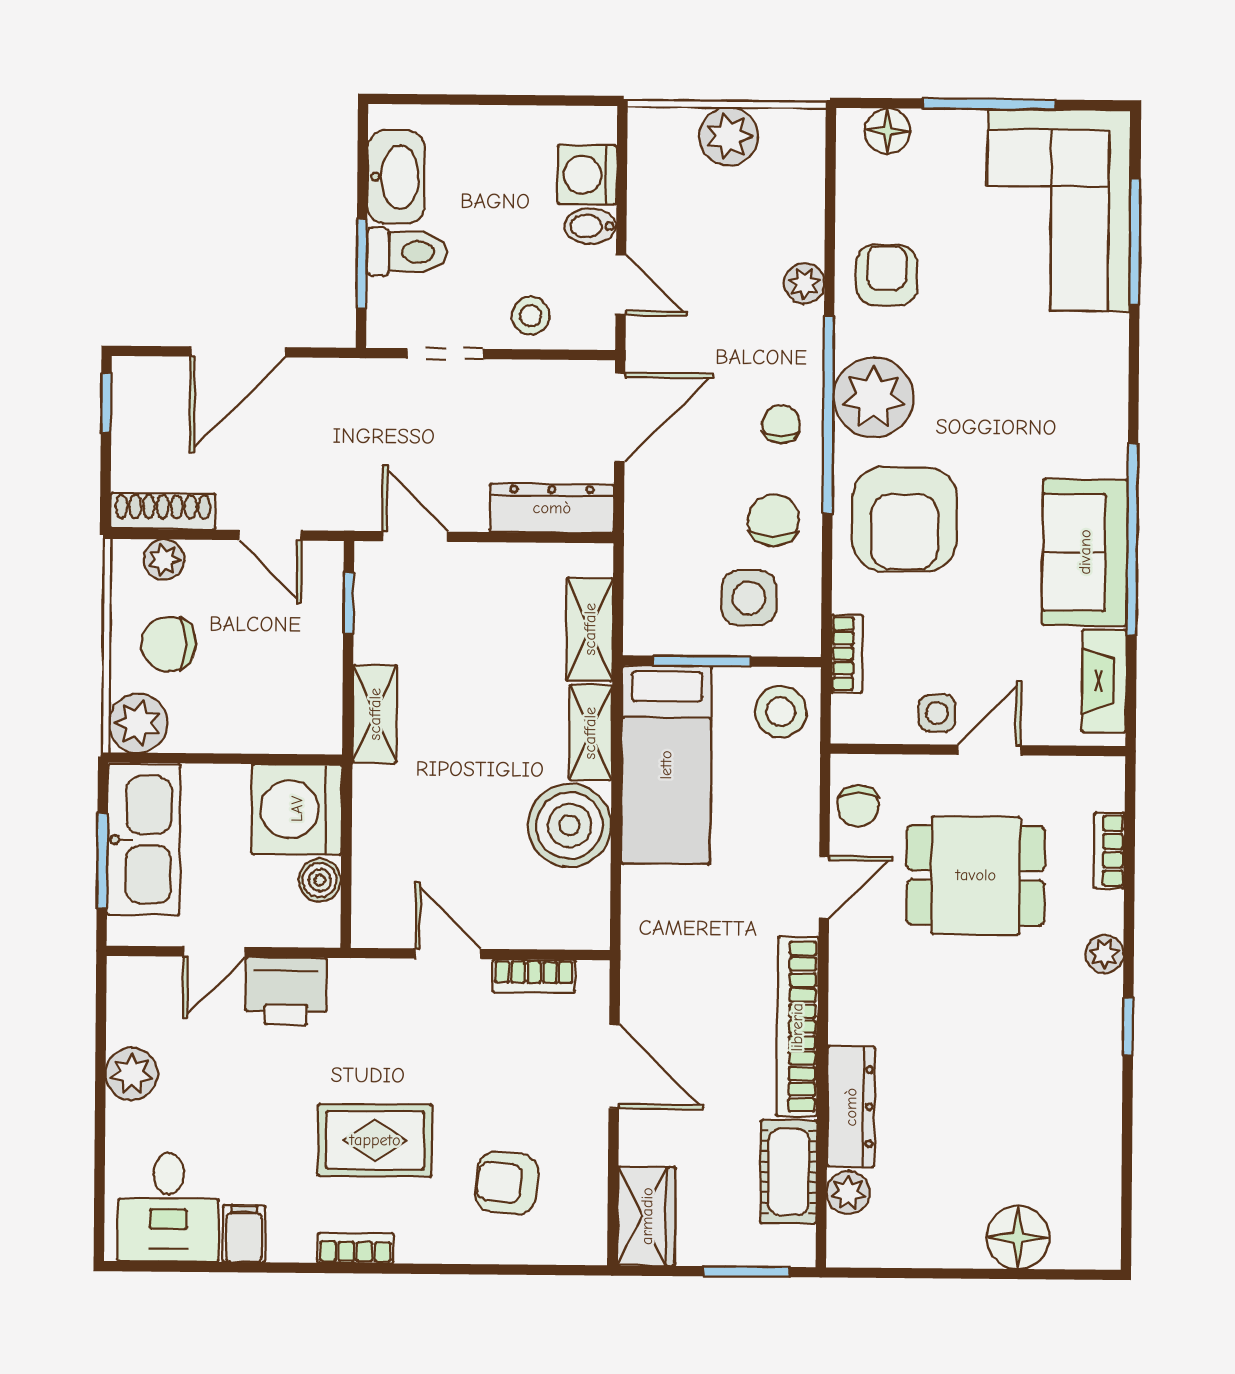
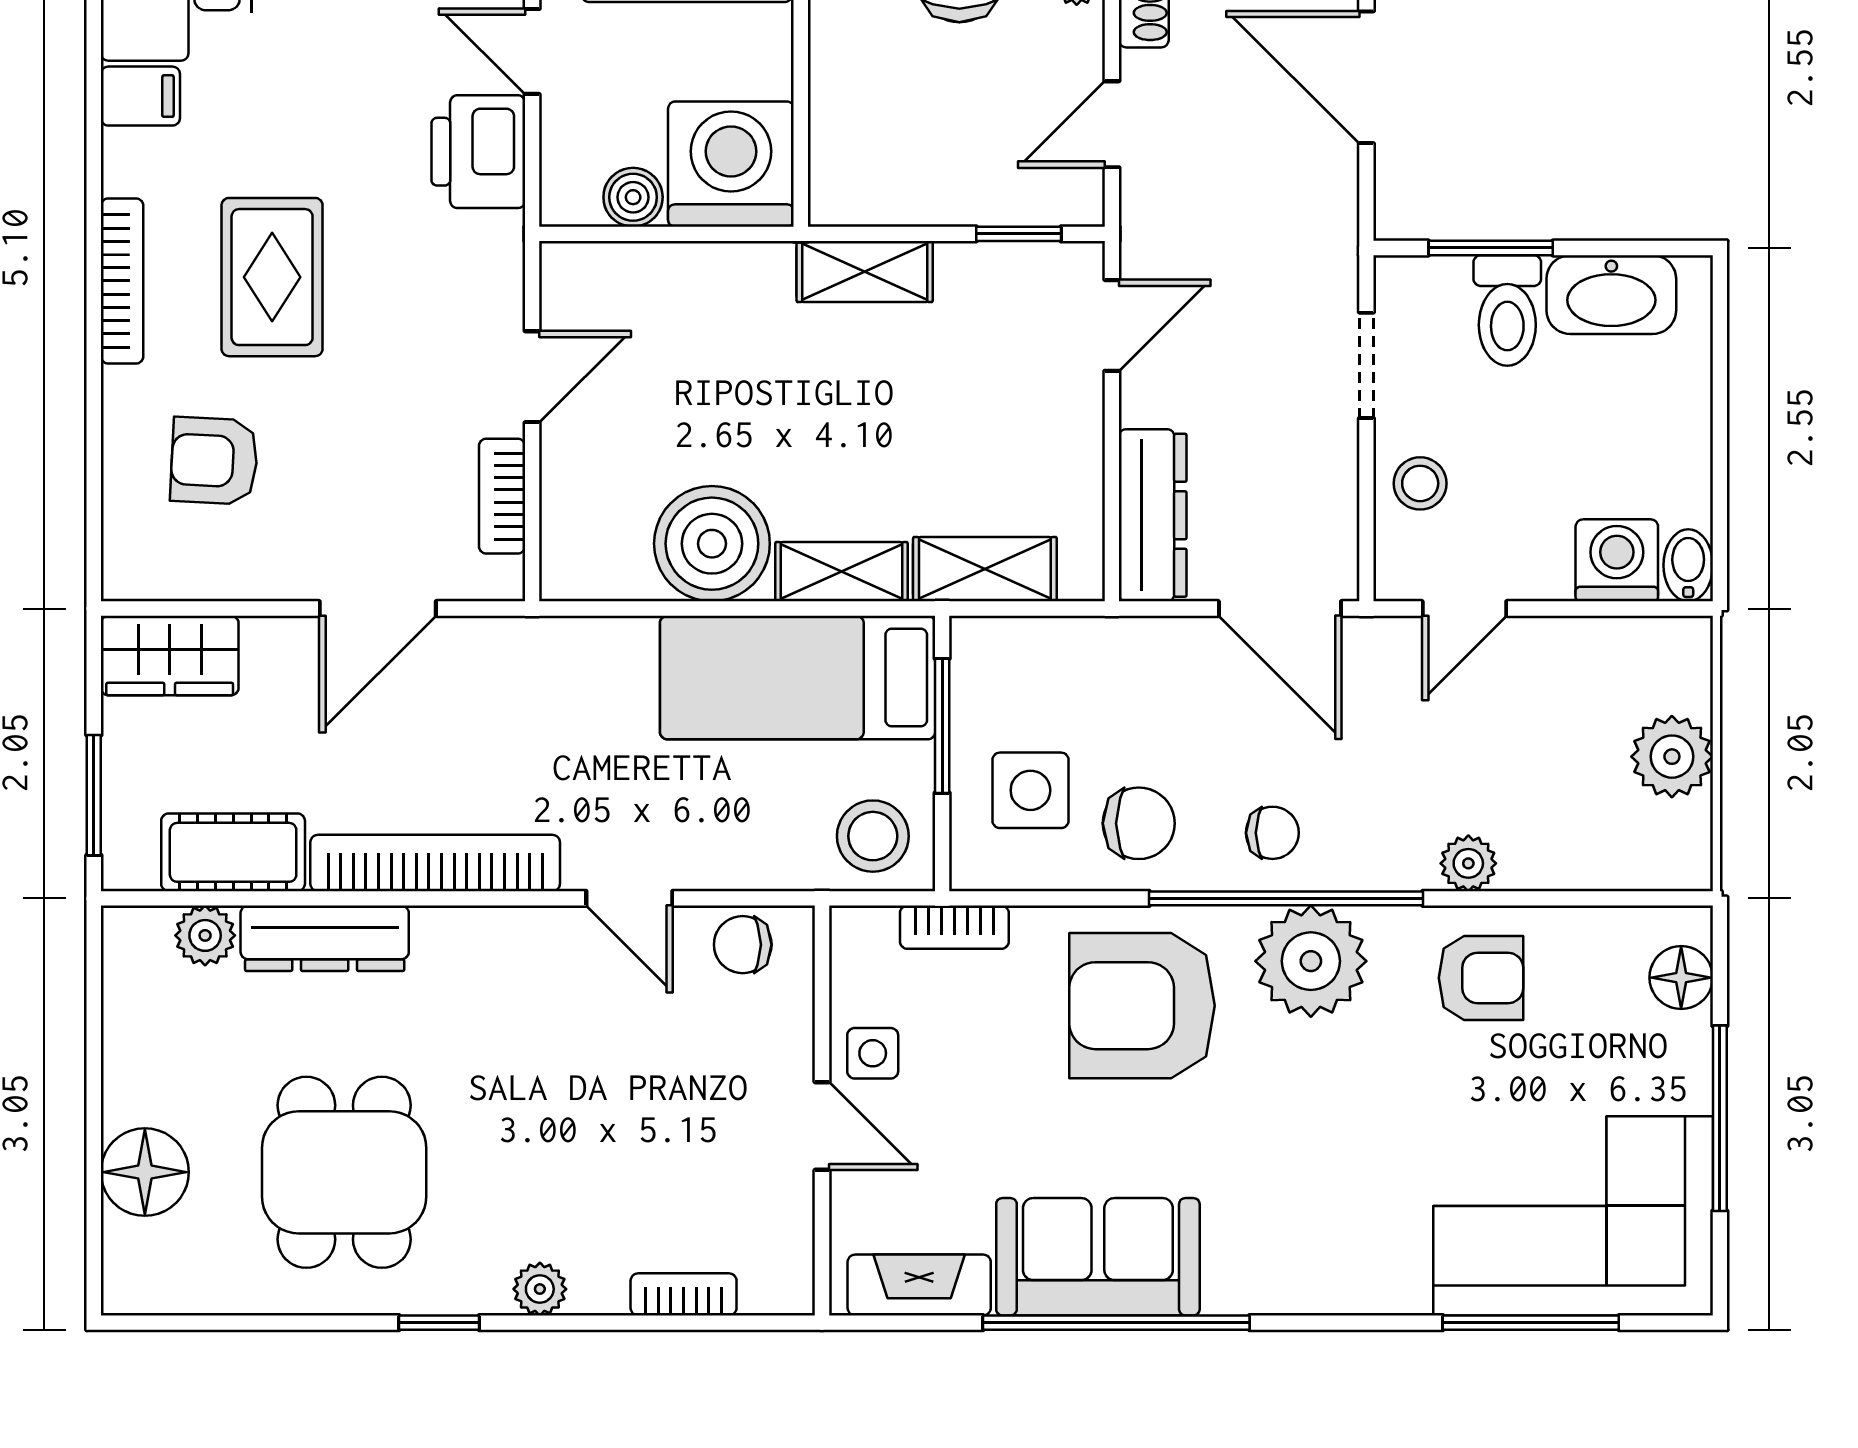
bidet: (590, 226) -> (1688, 565), moved
dining table: (976, 875) -> (344, 1172), moved
armchair: (507, 1183) -> (214, 461), turned -93
bookcase: (355, 1248) -> (122, 281), width x1.56

